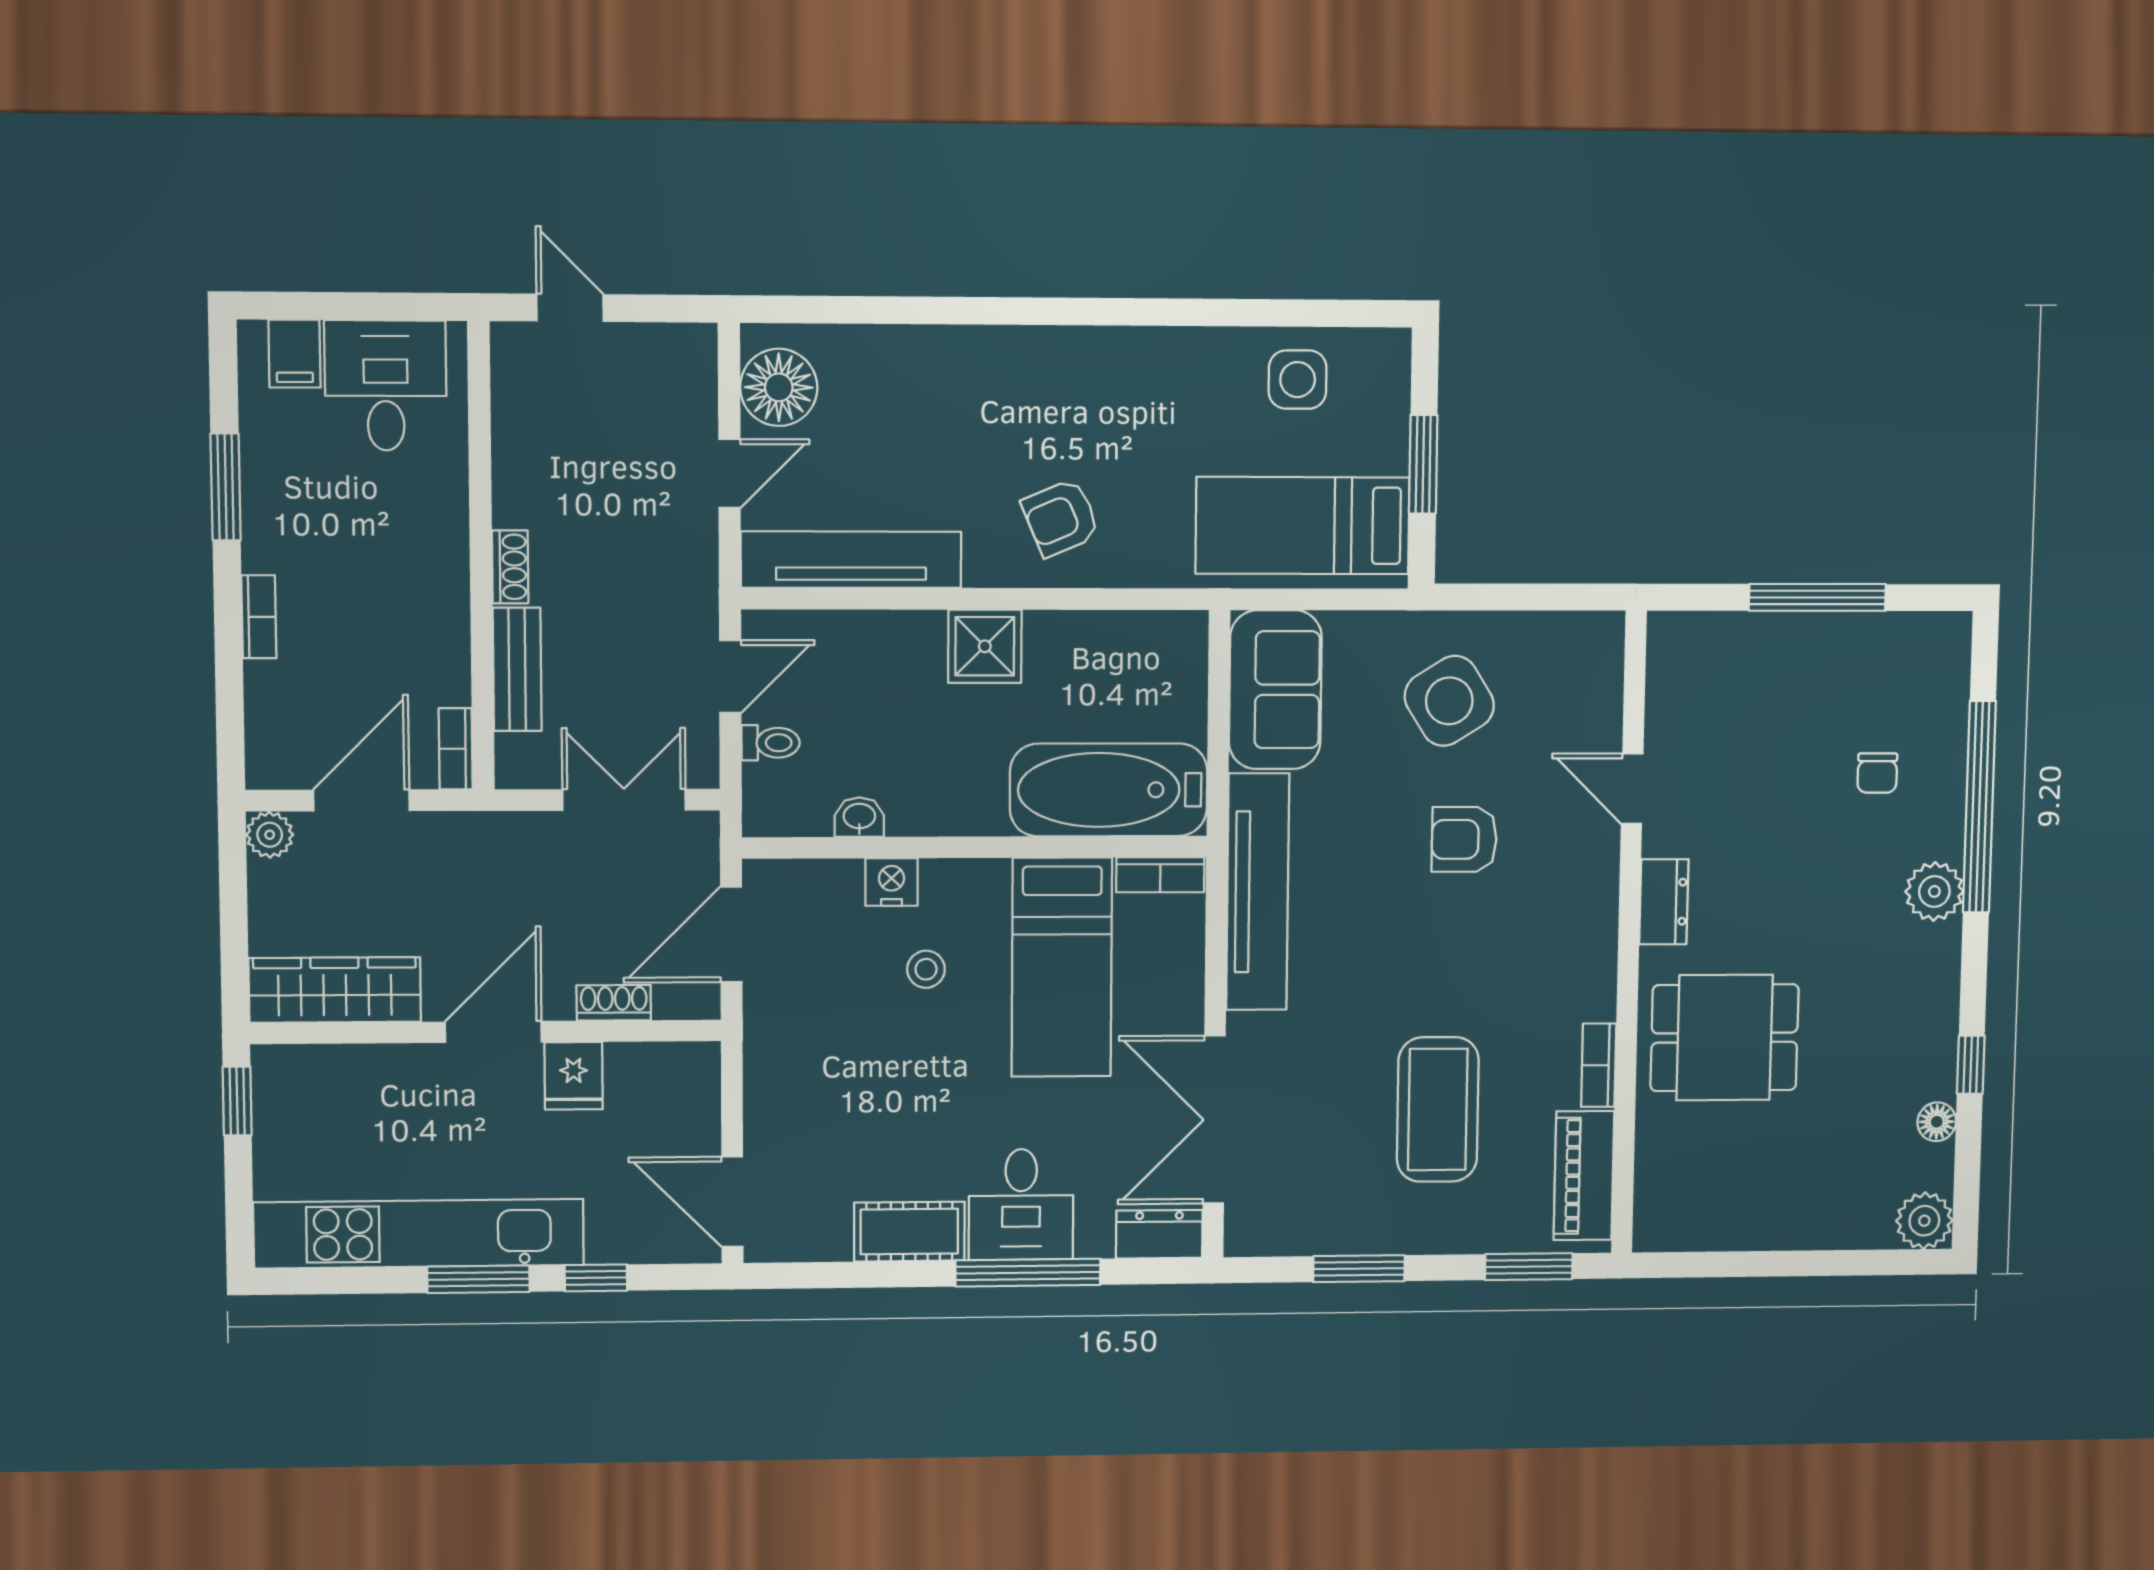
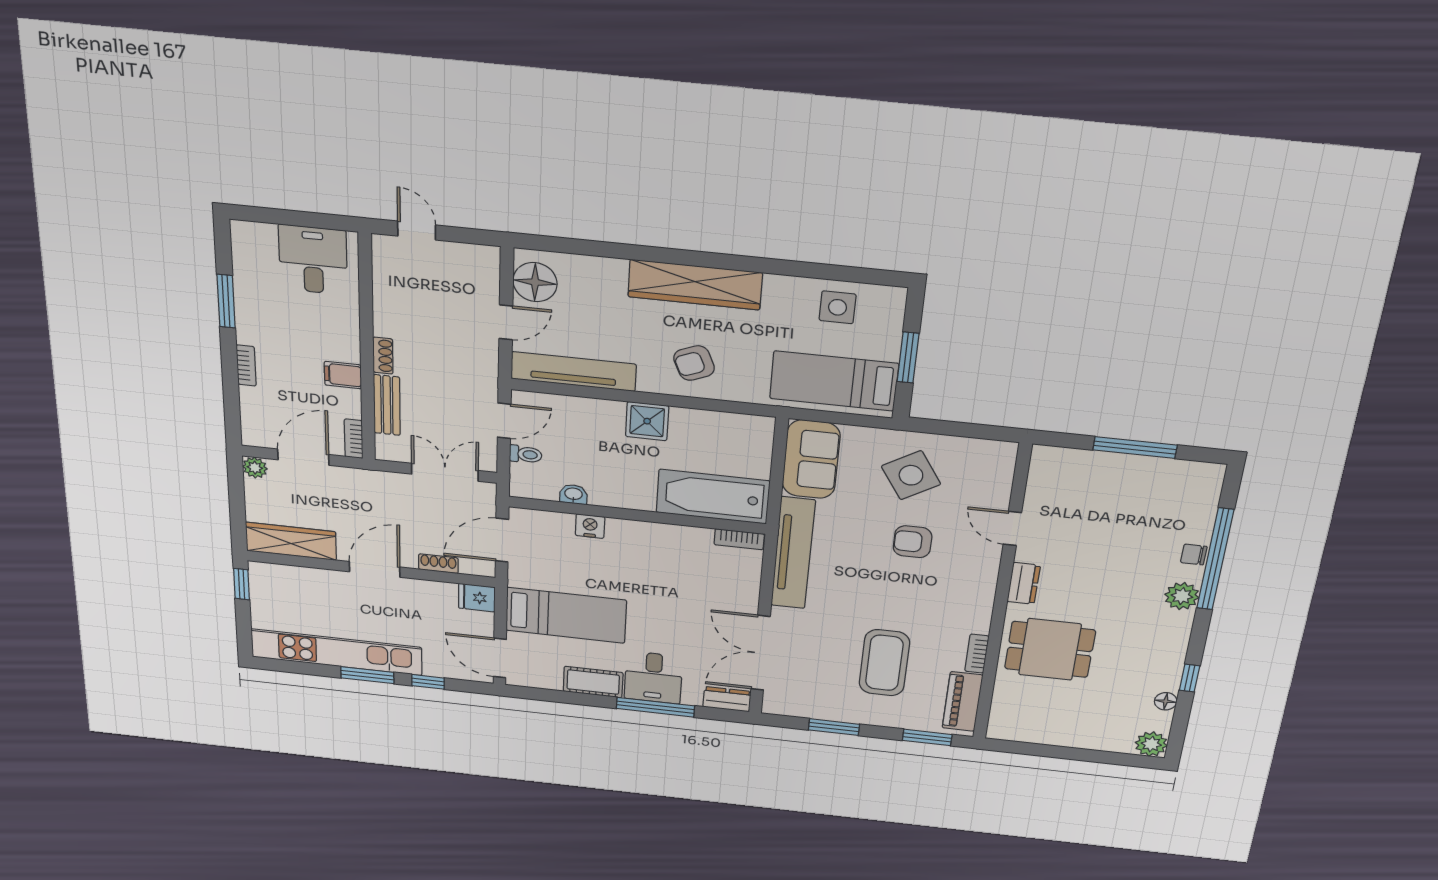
filing cabinet: (294, 354) -> (343, 375), moved, turned 90
wardrobe: (1054, 362) -> (695, 285), added
chair: (1877, 773) -> (1194, 554), moved, turned 90
bed: (1062, 967) -> (566, 615), moved, turned -90
stool: (926, 969) -> (607, 568), removed
fridge: (574, 1076) -> (477, 598), moved, turned 90

